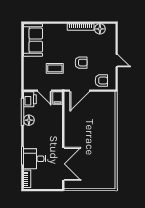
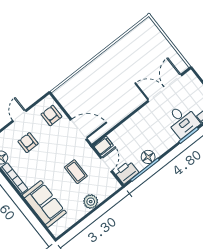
sofa: (33, 40) -> (44, 204), moved, turned 90
plant: (29, 63) -> (91, 202), added
armchair: (81, 63) -> (28, 143), moved

